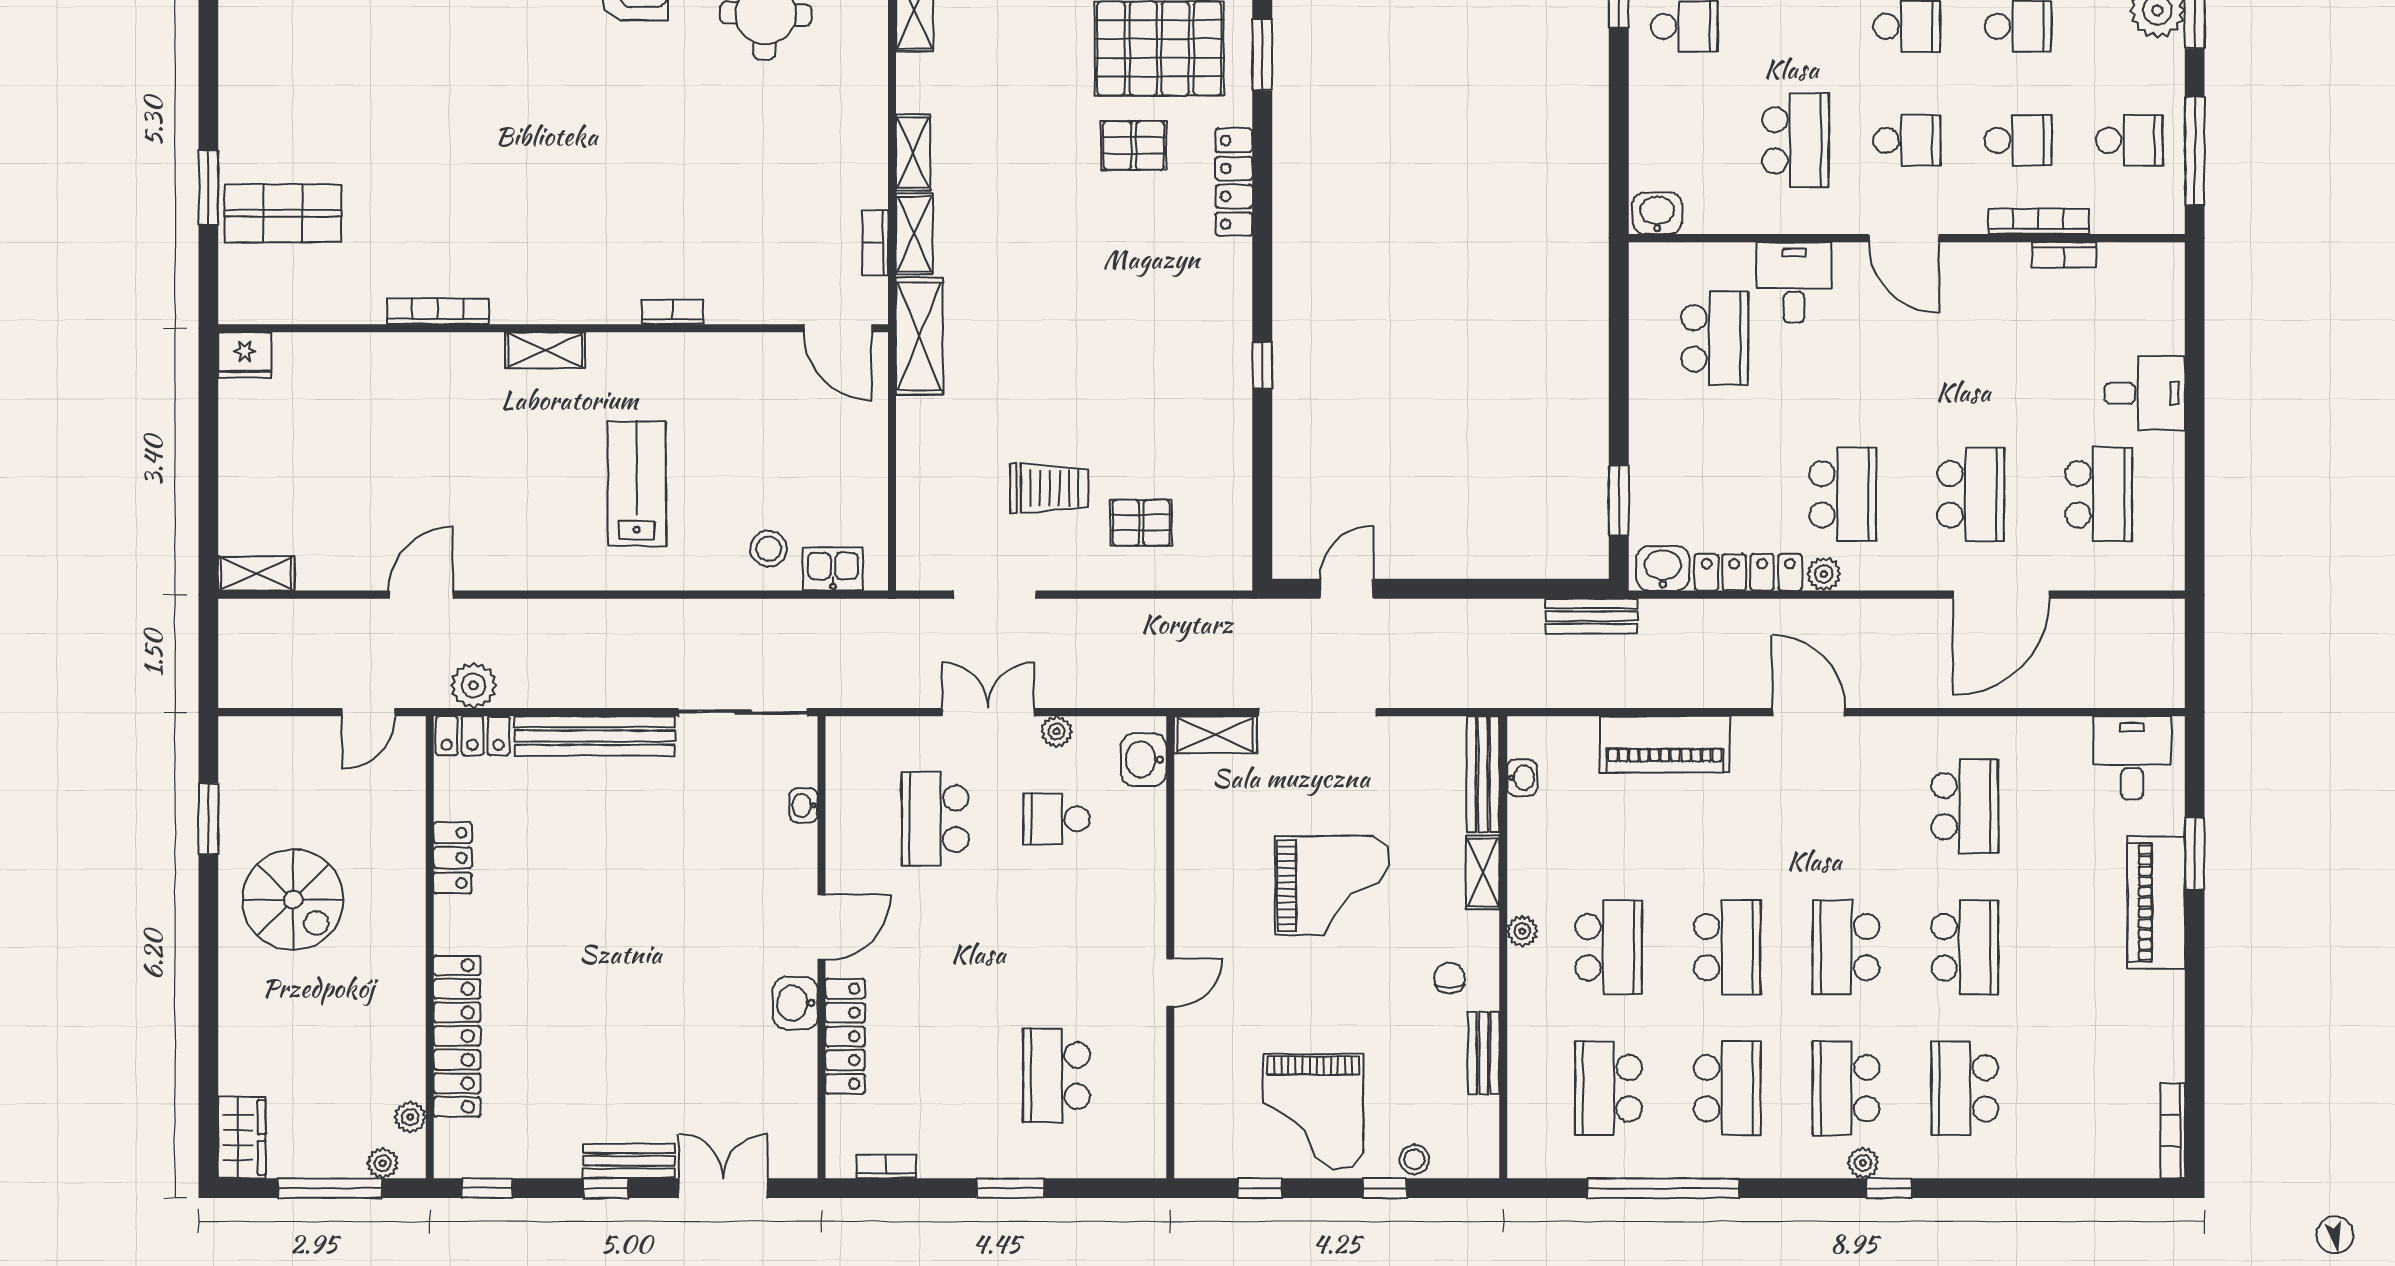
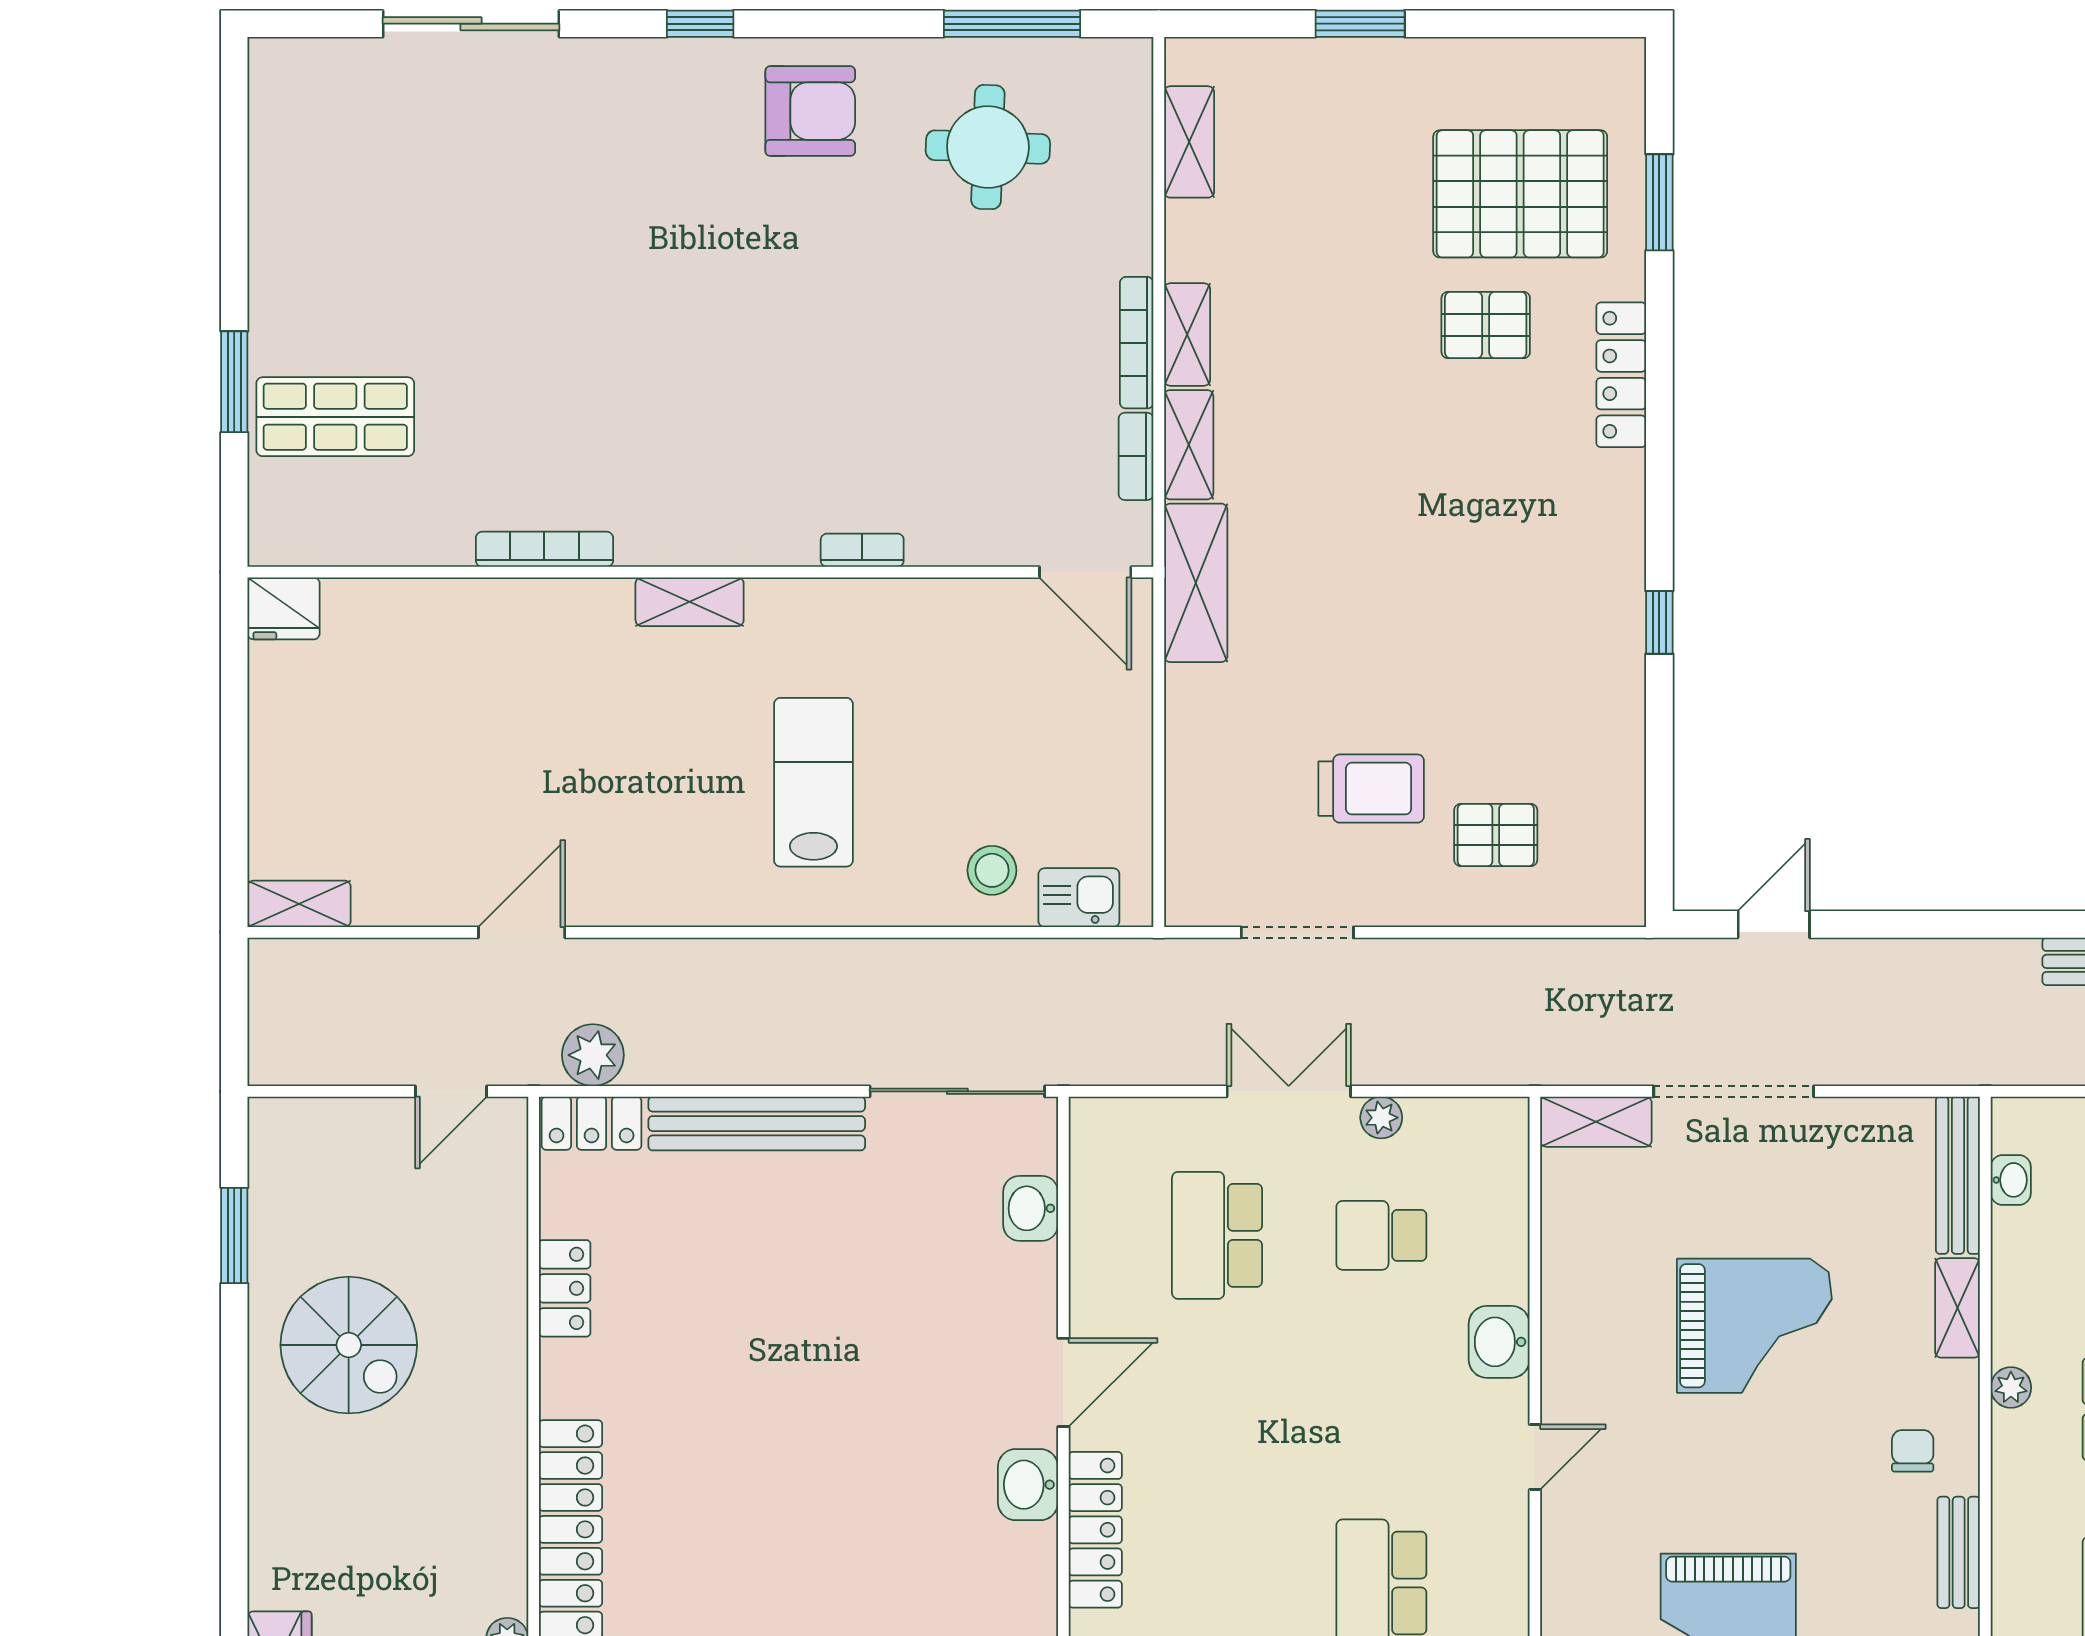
bookcase: (876, 159) -> (1137, 343), added
washbasin: (1144, 760) -> (1499, 1342), moved
washbasin: (804, 805) -> (1031, 1208), width x1.38, depth x1.45

